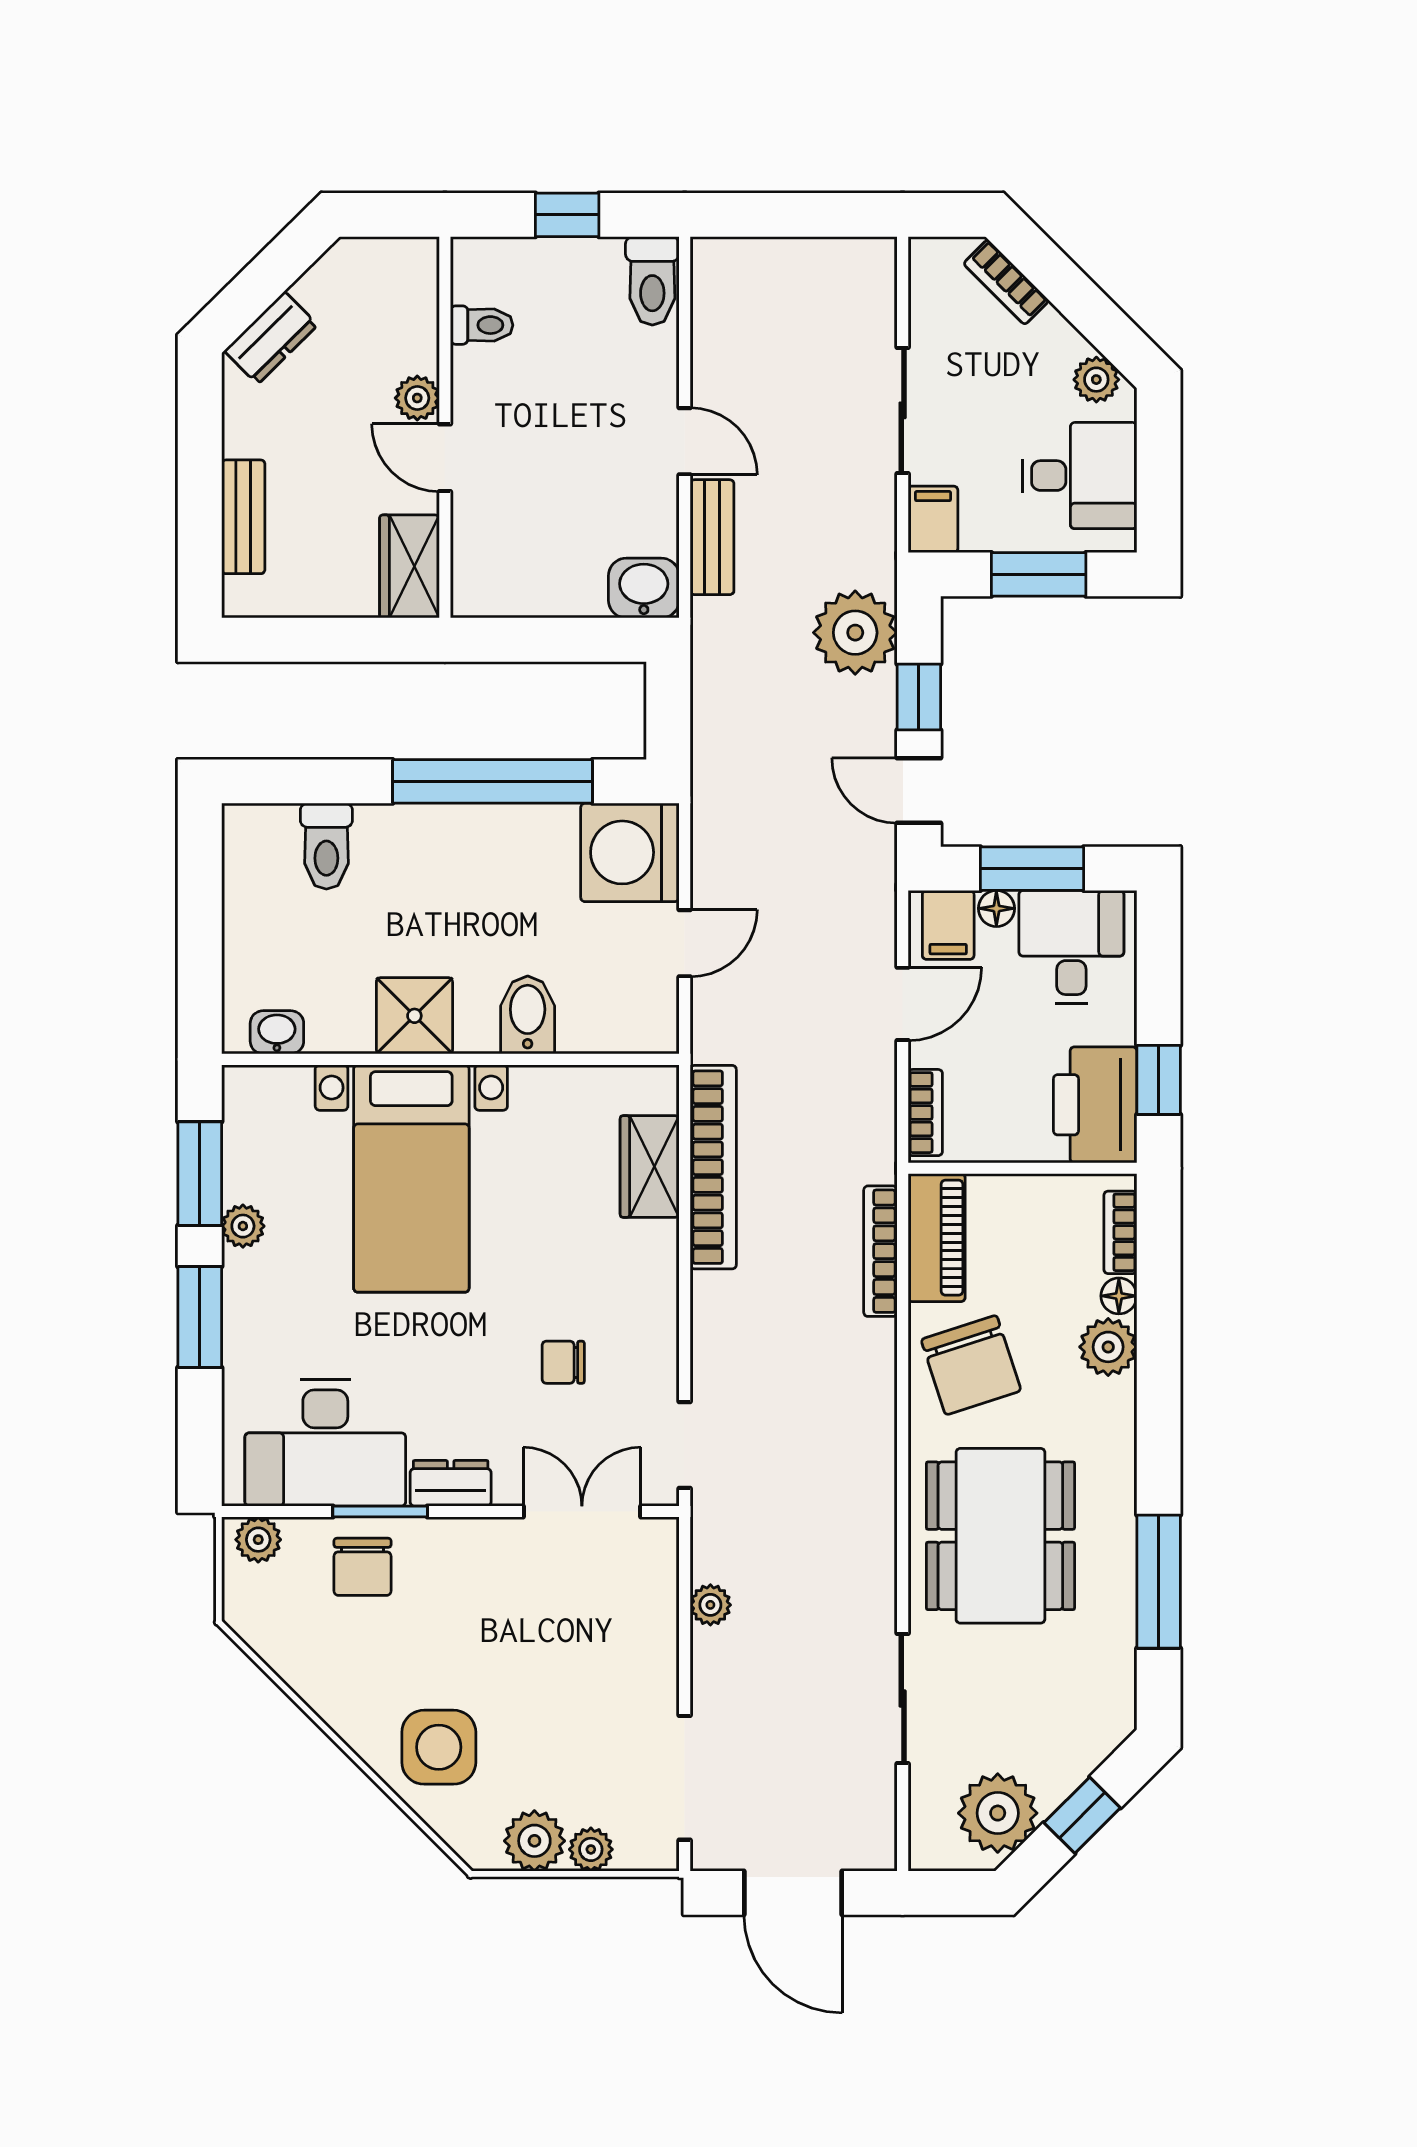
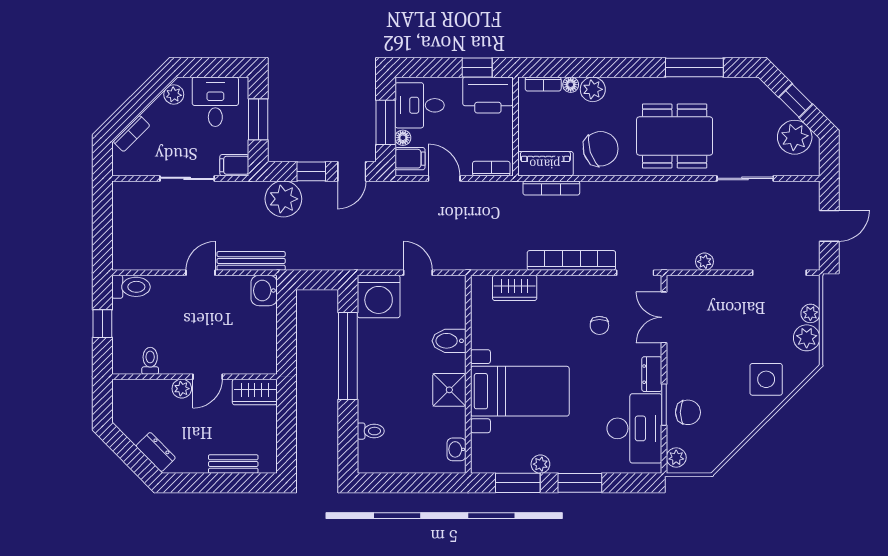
bench: (712, 537) -> (251, 261), width x1.36
toilet: (326, 846) -> (371, 431), width x0.73, depth x0.72
bookcase: (713, 1167) -> (571, 260), moved
door: (793, 1893) -> (829, 226), width x0.73

